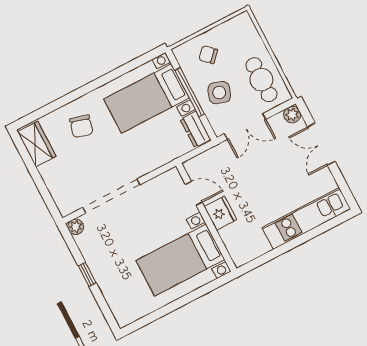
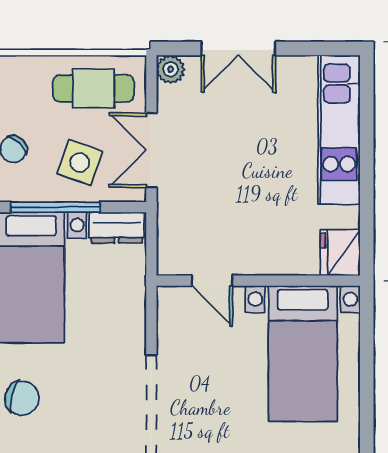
double door: (245, 126) -> (151, 150), swing flipped
door: (194, 193) -> (212, 281), swing flipped
fridge: (220, 213) -> (340, 253), moved, turned -90

